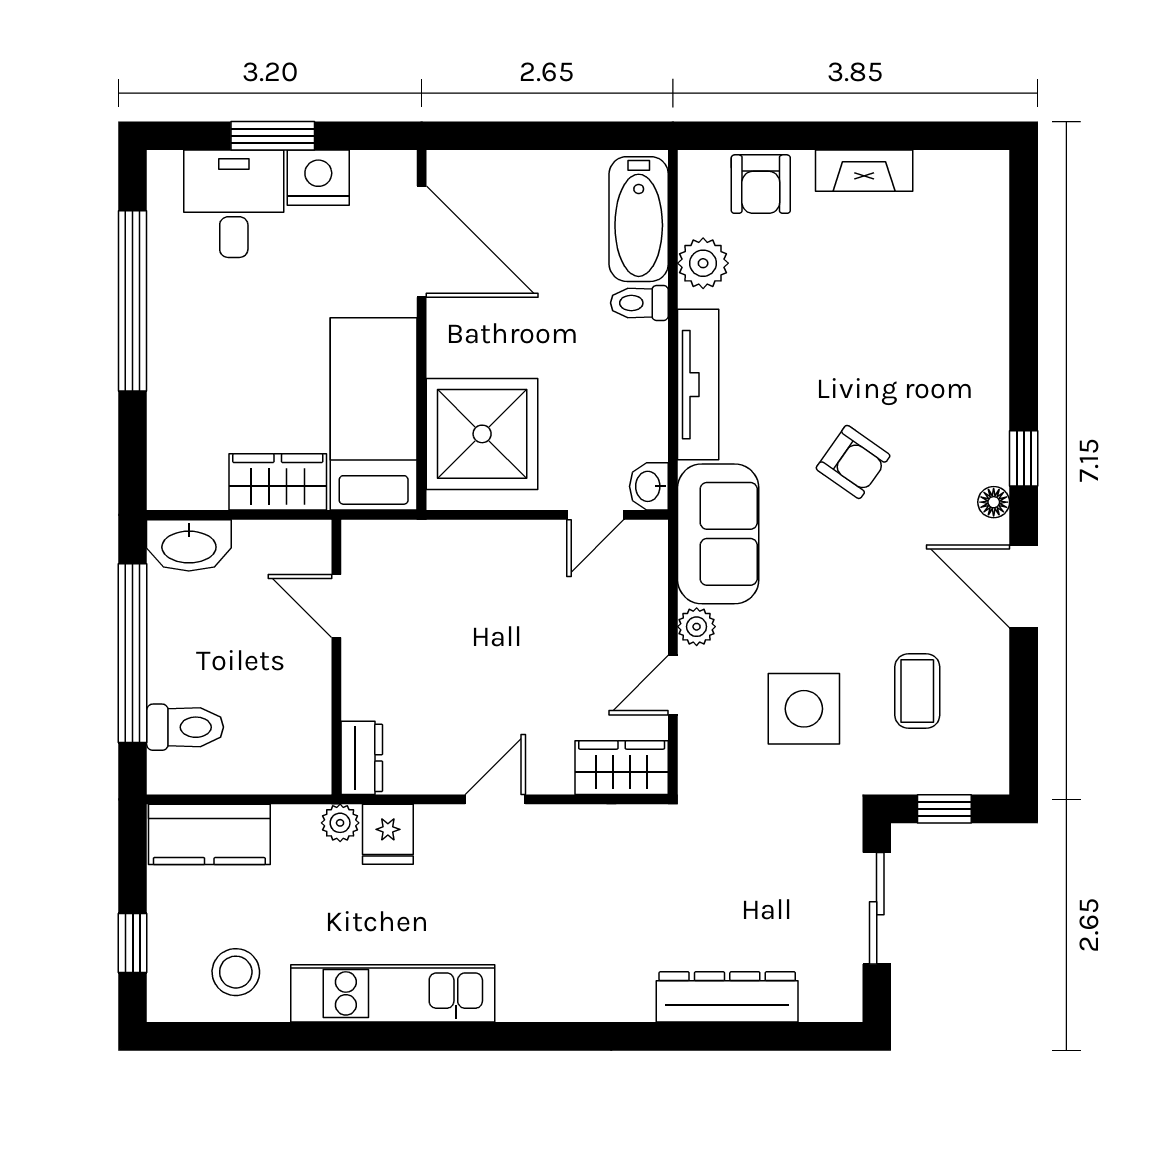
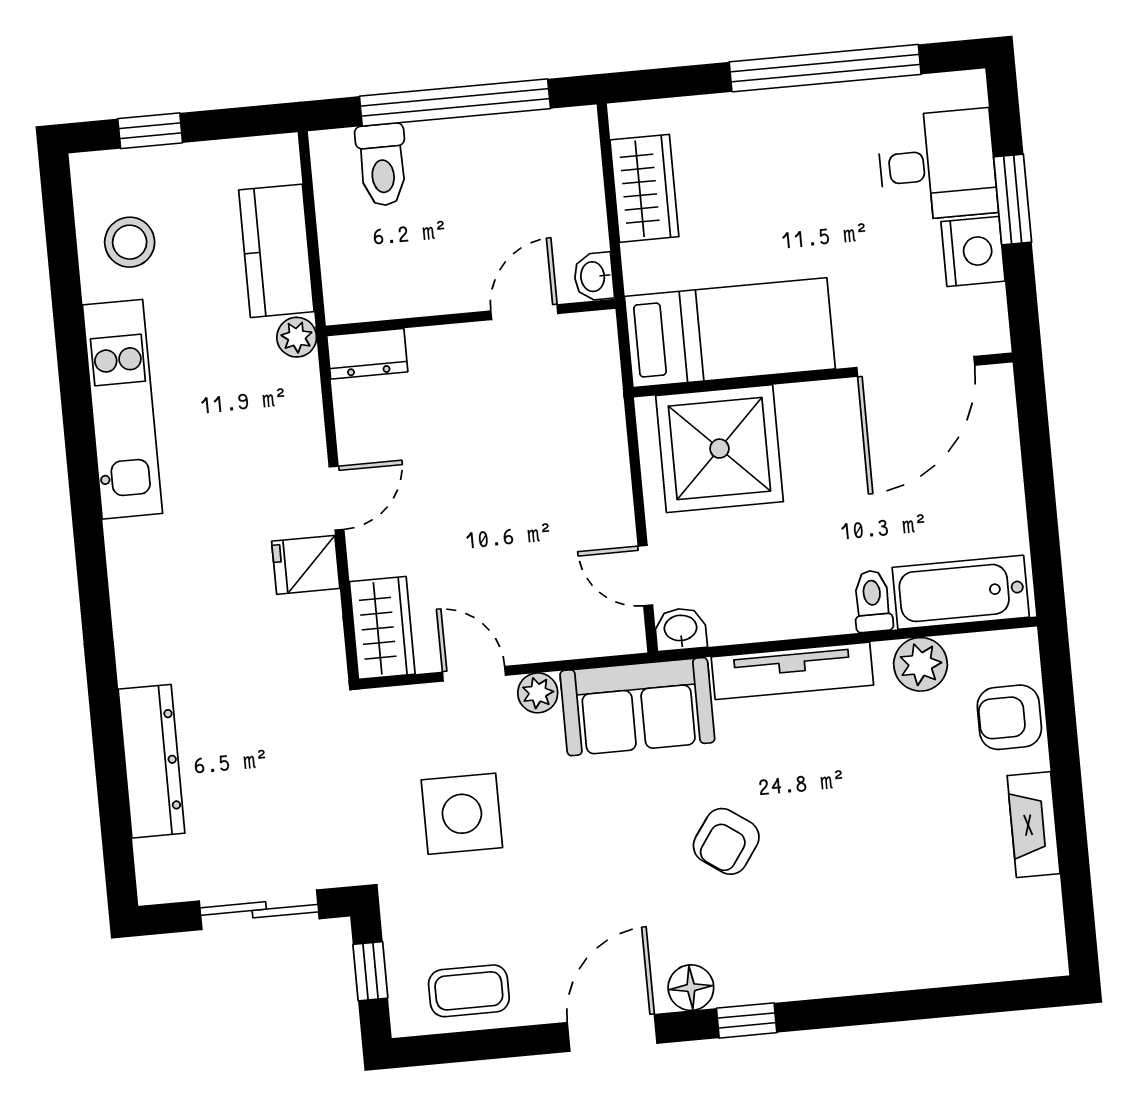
wardrobe: (278, 482) -> (644, 188), moved
floor lamp: (994, 502) -> (691, 988), width x1.37, depth x1.37
washbasin: (189, 545) -> (594, 277), moved, width x0.52, depth x0.69
coffee table: (917, 691) -> (469, 991), moved
door: (495, 799) -> (337, 498), hinge flipped
kitchen counter: (209, 834) -> (276, 251), moved
fridge: (388, 834) -> (306, 565), moved

